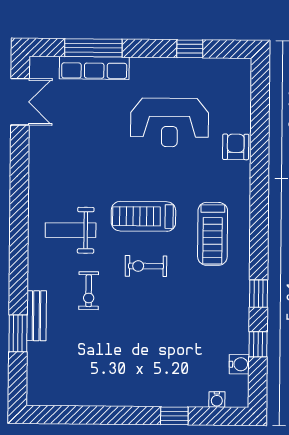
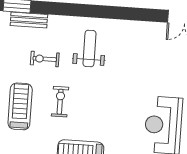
treadmill: (143, 216) -> (20, 106), moved

